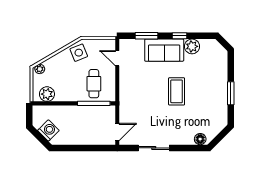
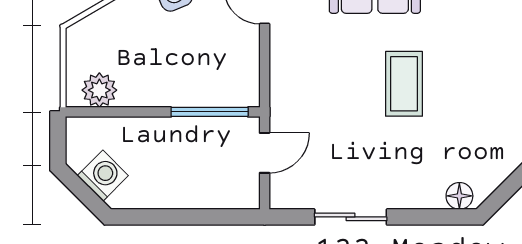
plant: (40, 69) -> (82, 31), removed
cafe table: (94, 84) -> (210, 66), removed
door: (117, 132) -> (265, 153), moved

